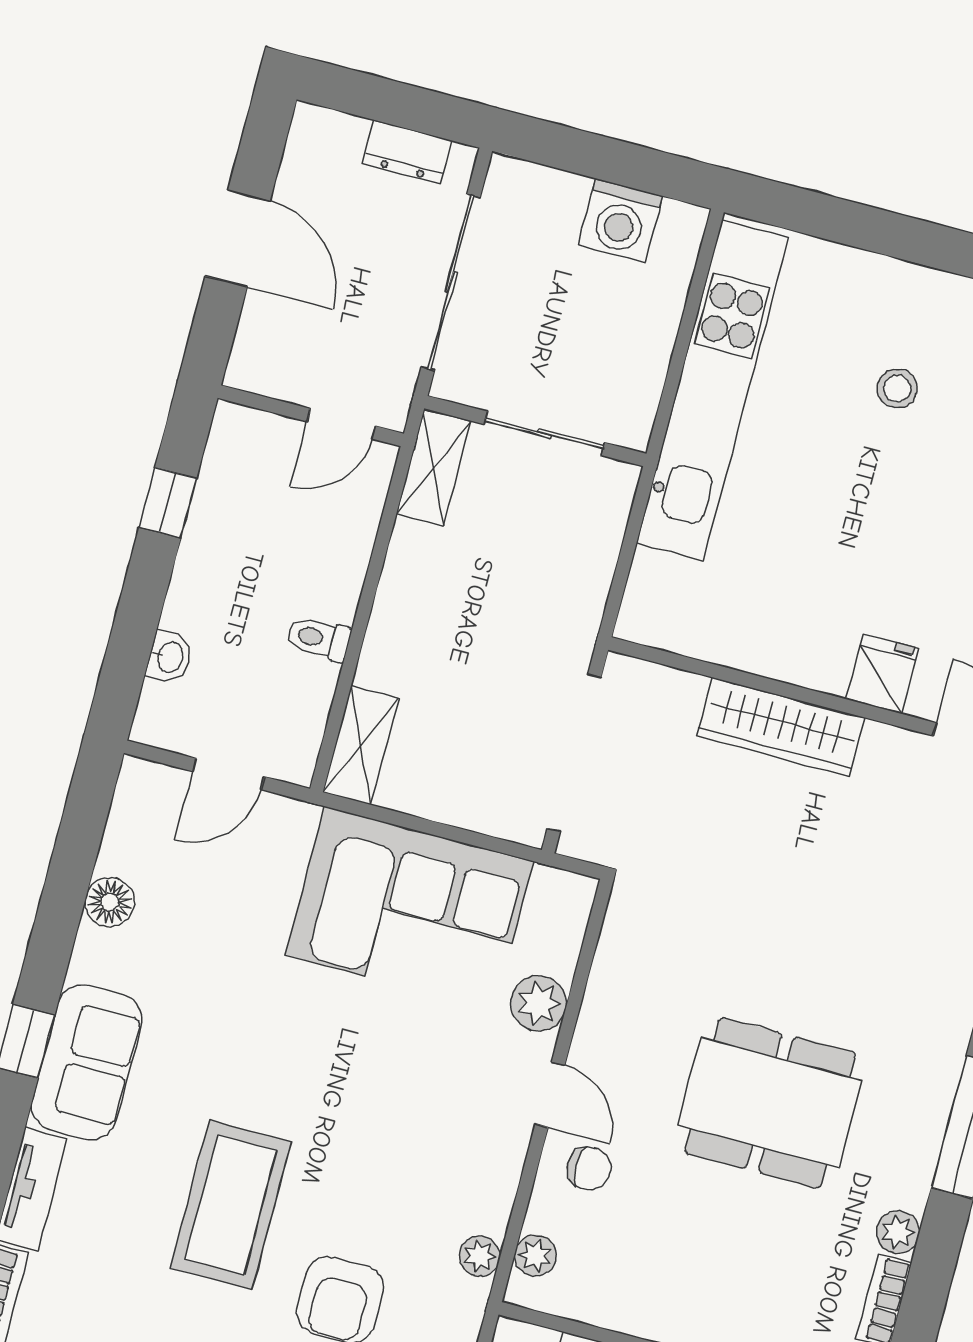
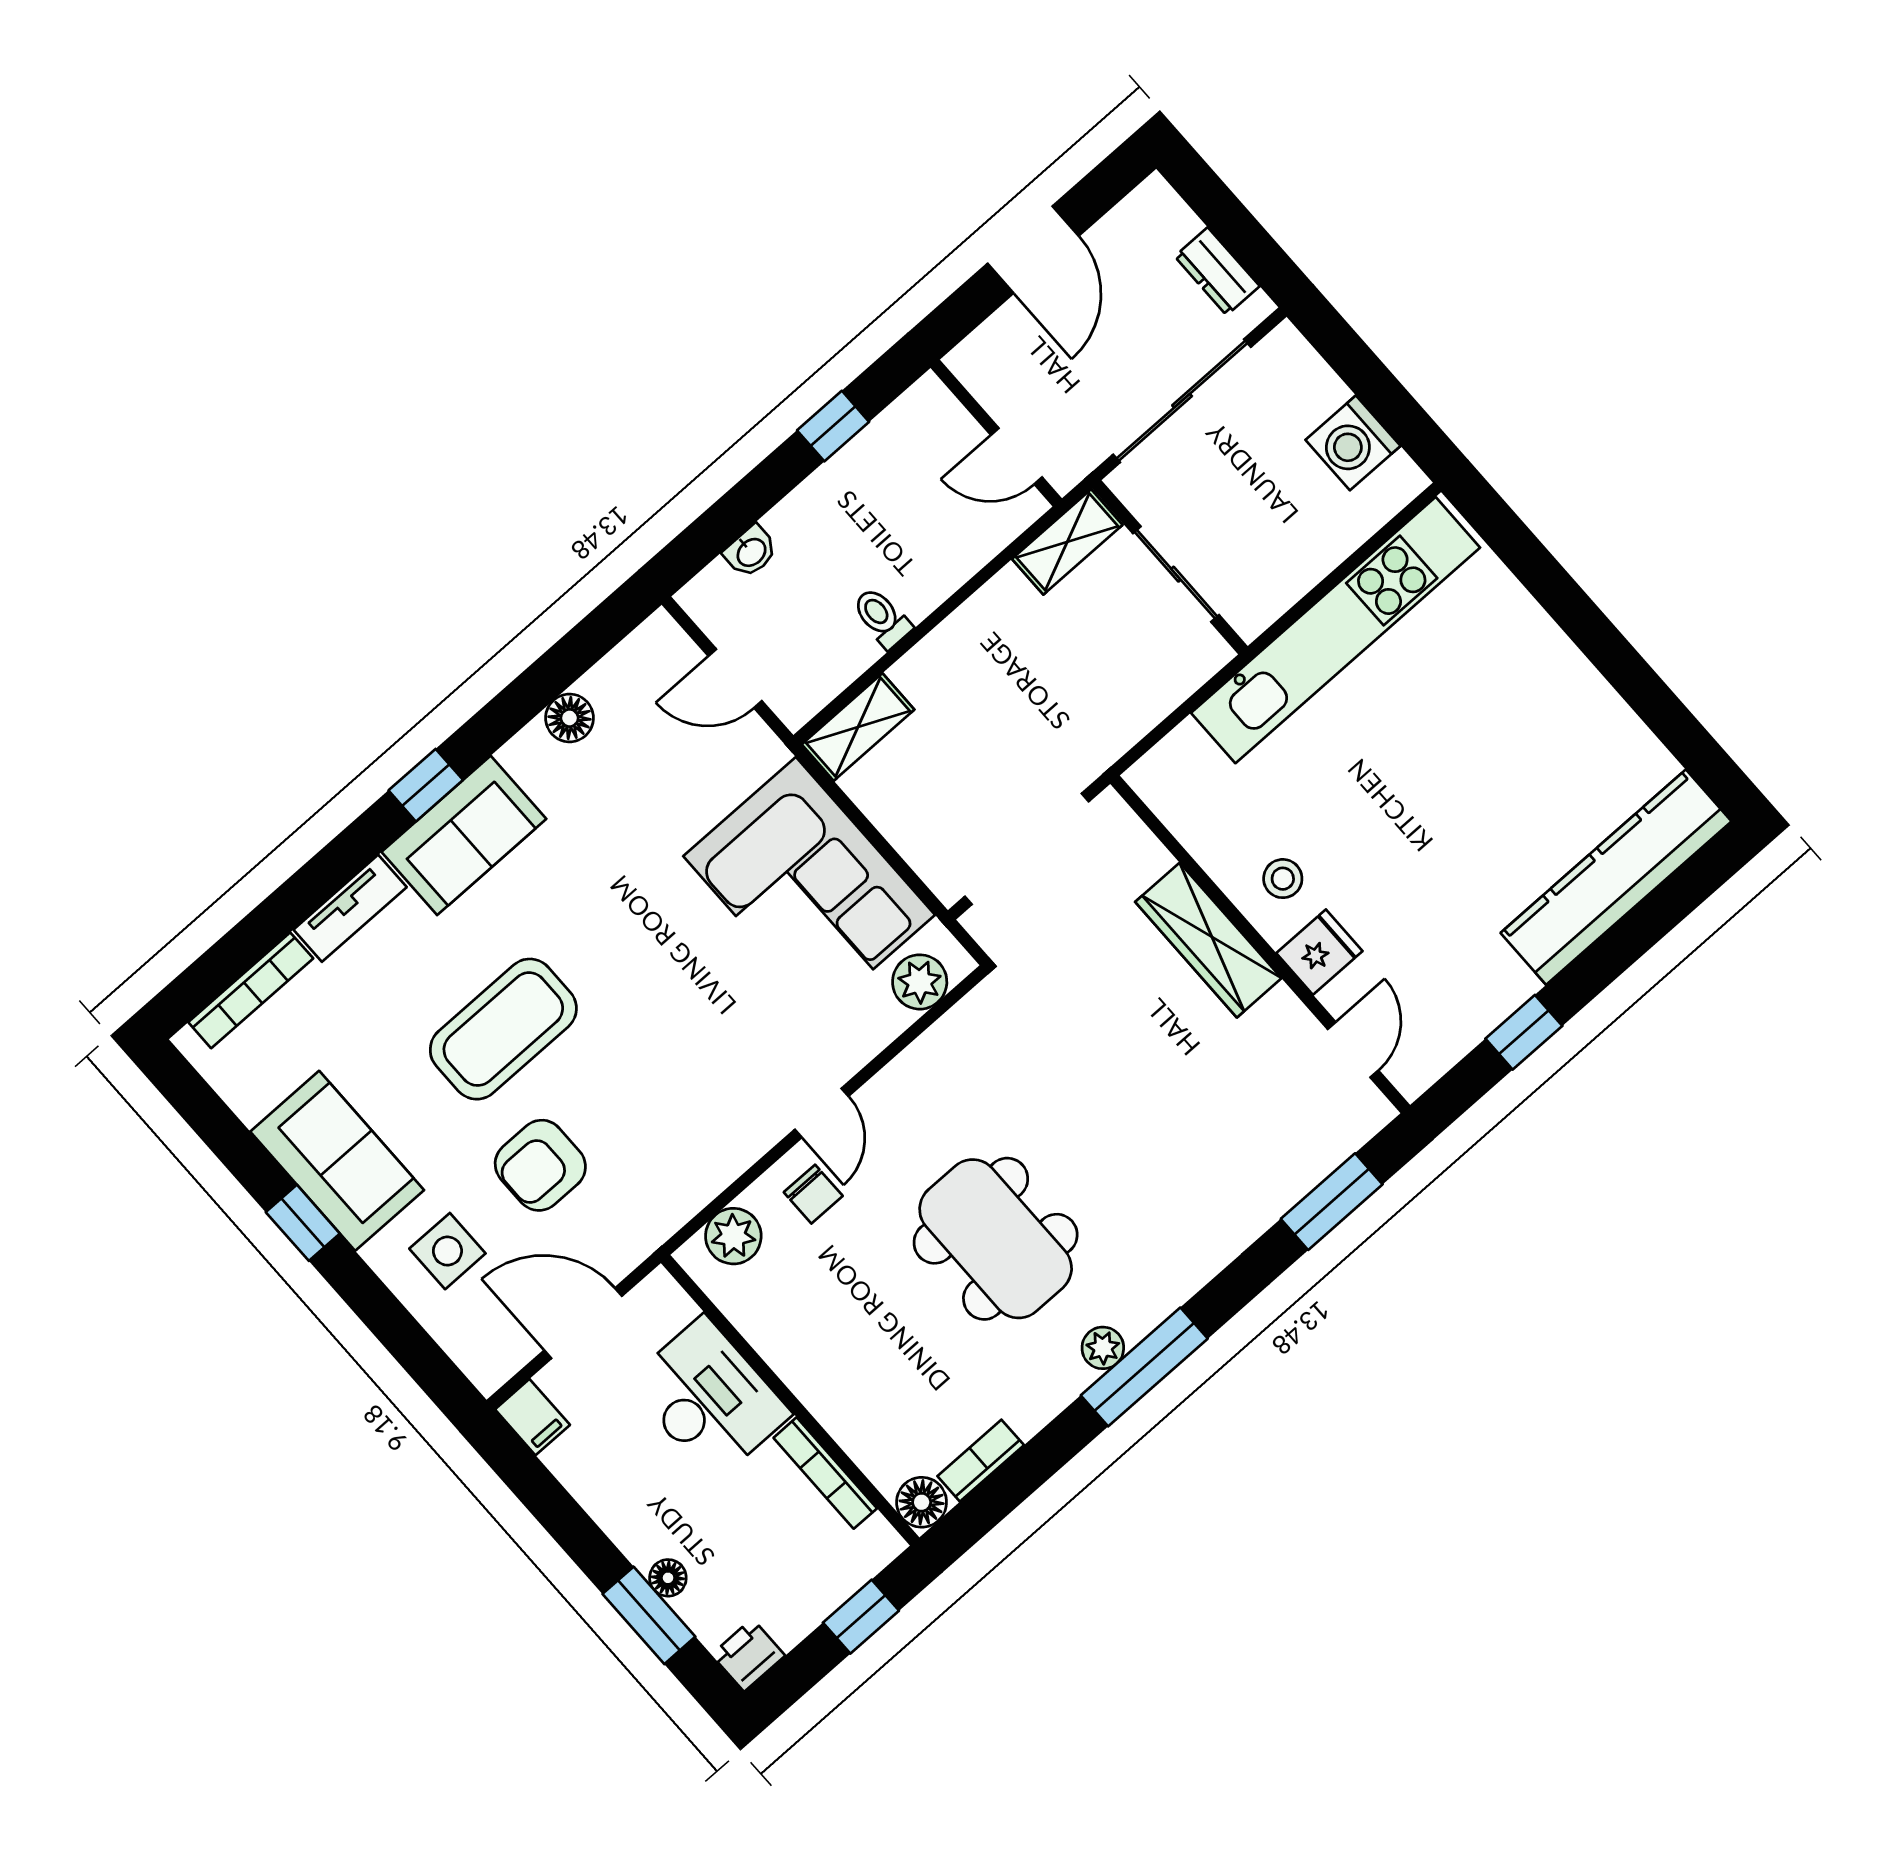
stool: (897, 389) -> (1283, 879), moved
plant: (539, 1003) -> (920, 982), moved
plant: (898, 1232) -> (1103, 1348), moved
plant: (480, 1256) -> (677, 1206), removed
plant: (535, 1256) -> (733, 1236), width x1.38, depth x1.38

